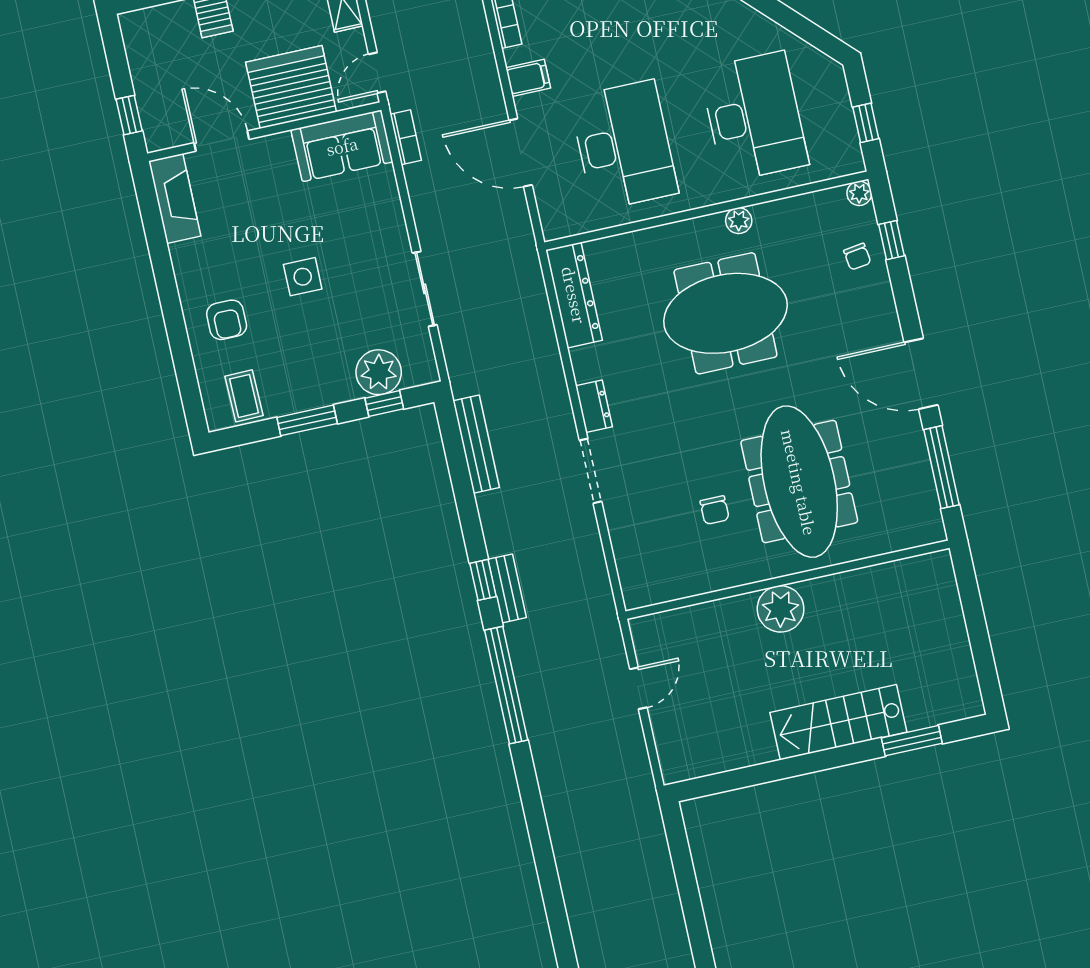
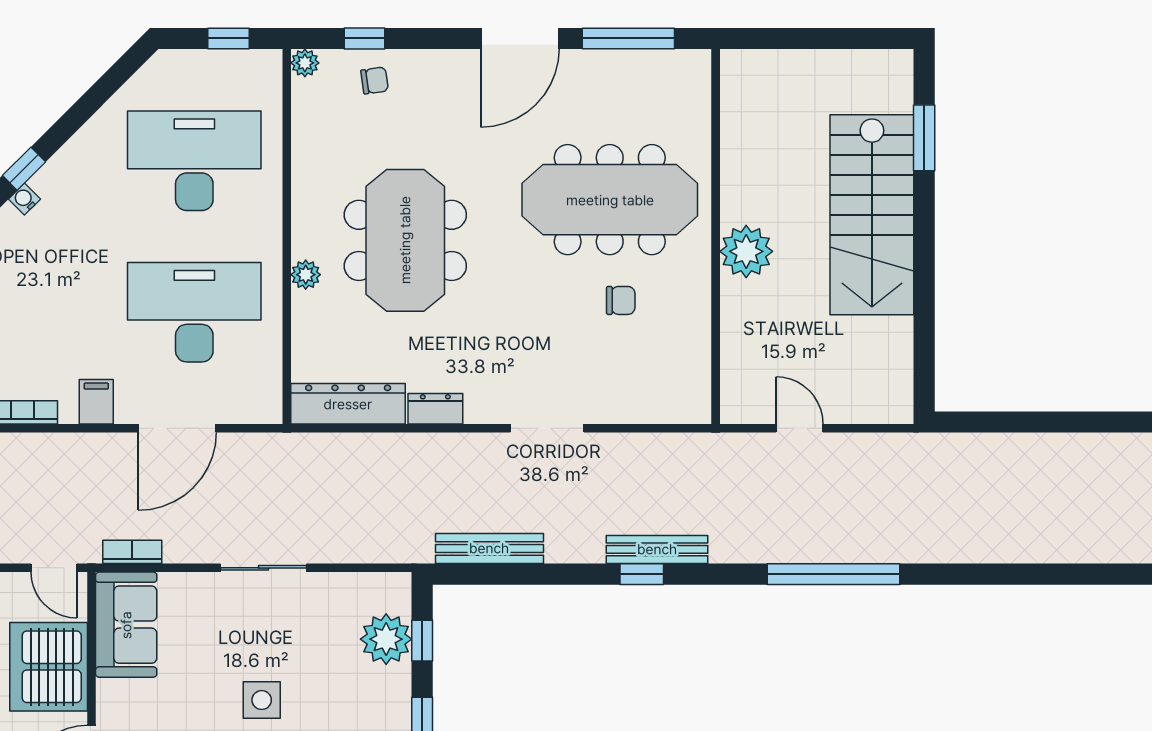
plant: (739, 221) -> (306, 275), moved
sliding door: (425, 289) -> (264, 568), moved
dresser: (594, 406) -> (435, 409), moved
bench: (507, 588) -> (657, 549), width x1.36
window: (506, 685) -> (834, 574), moved
stairs: (838, 722) -> (872, 215), width x1.36, depth x1.51

